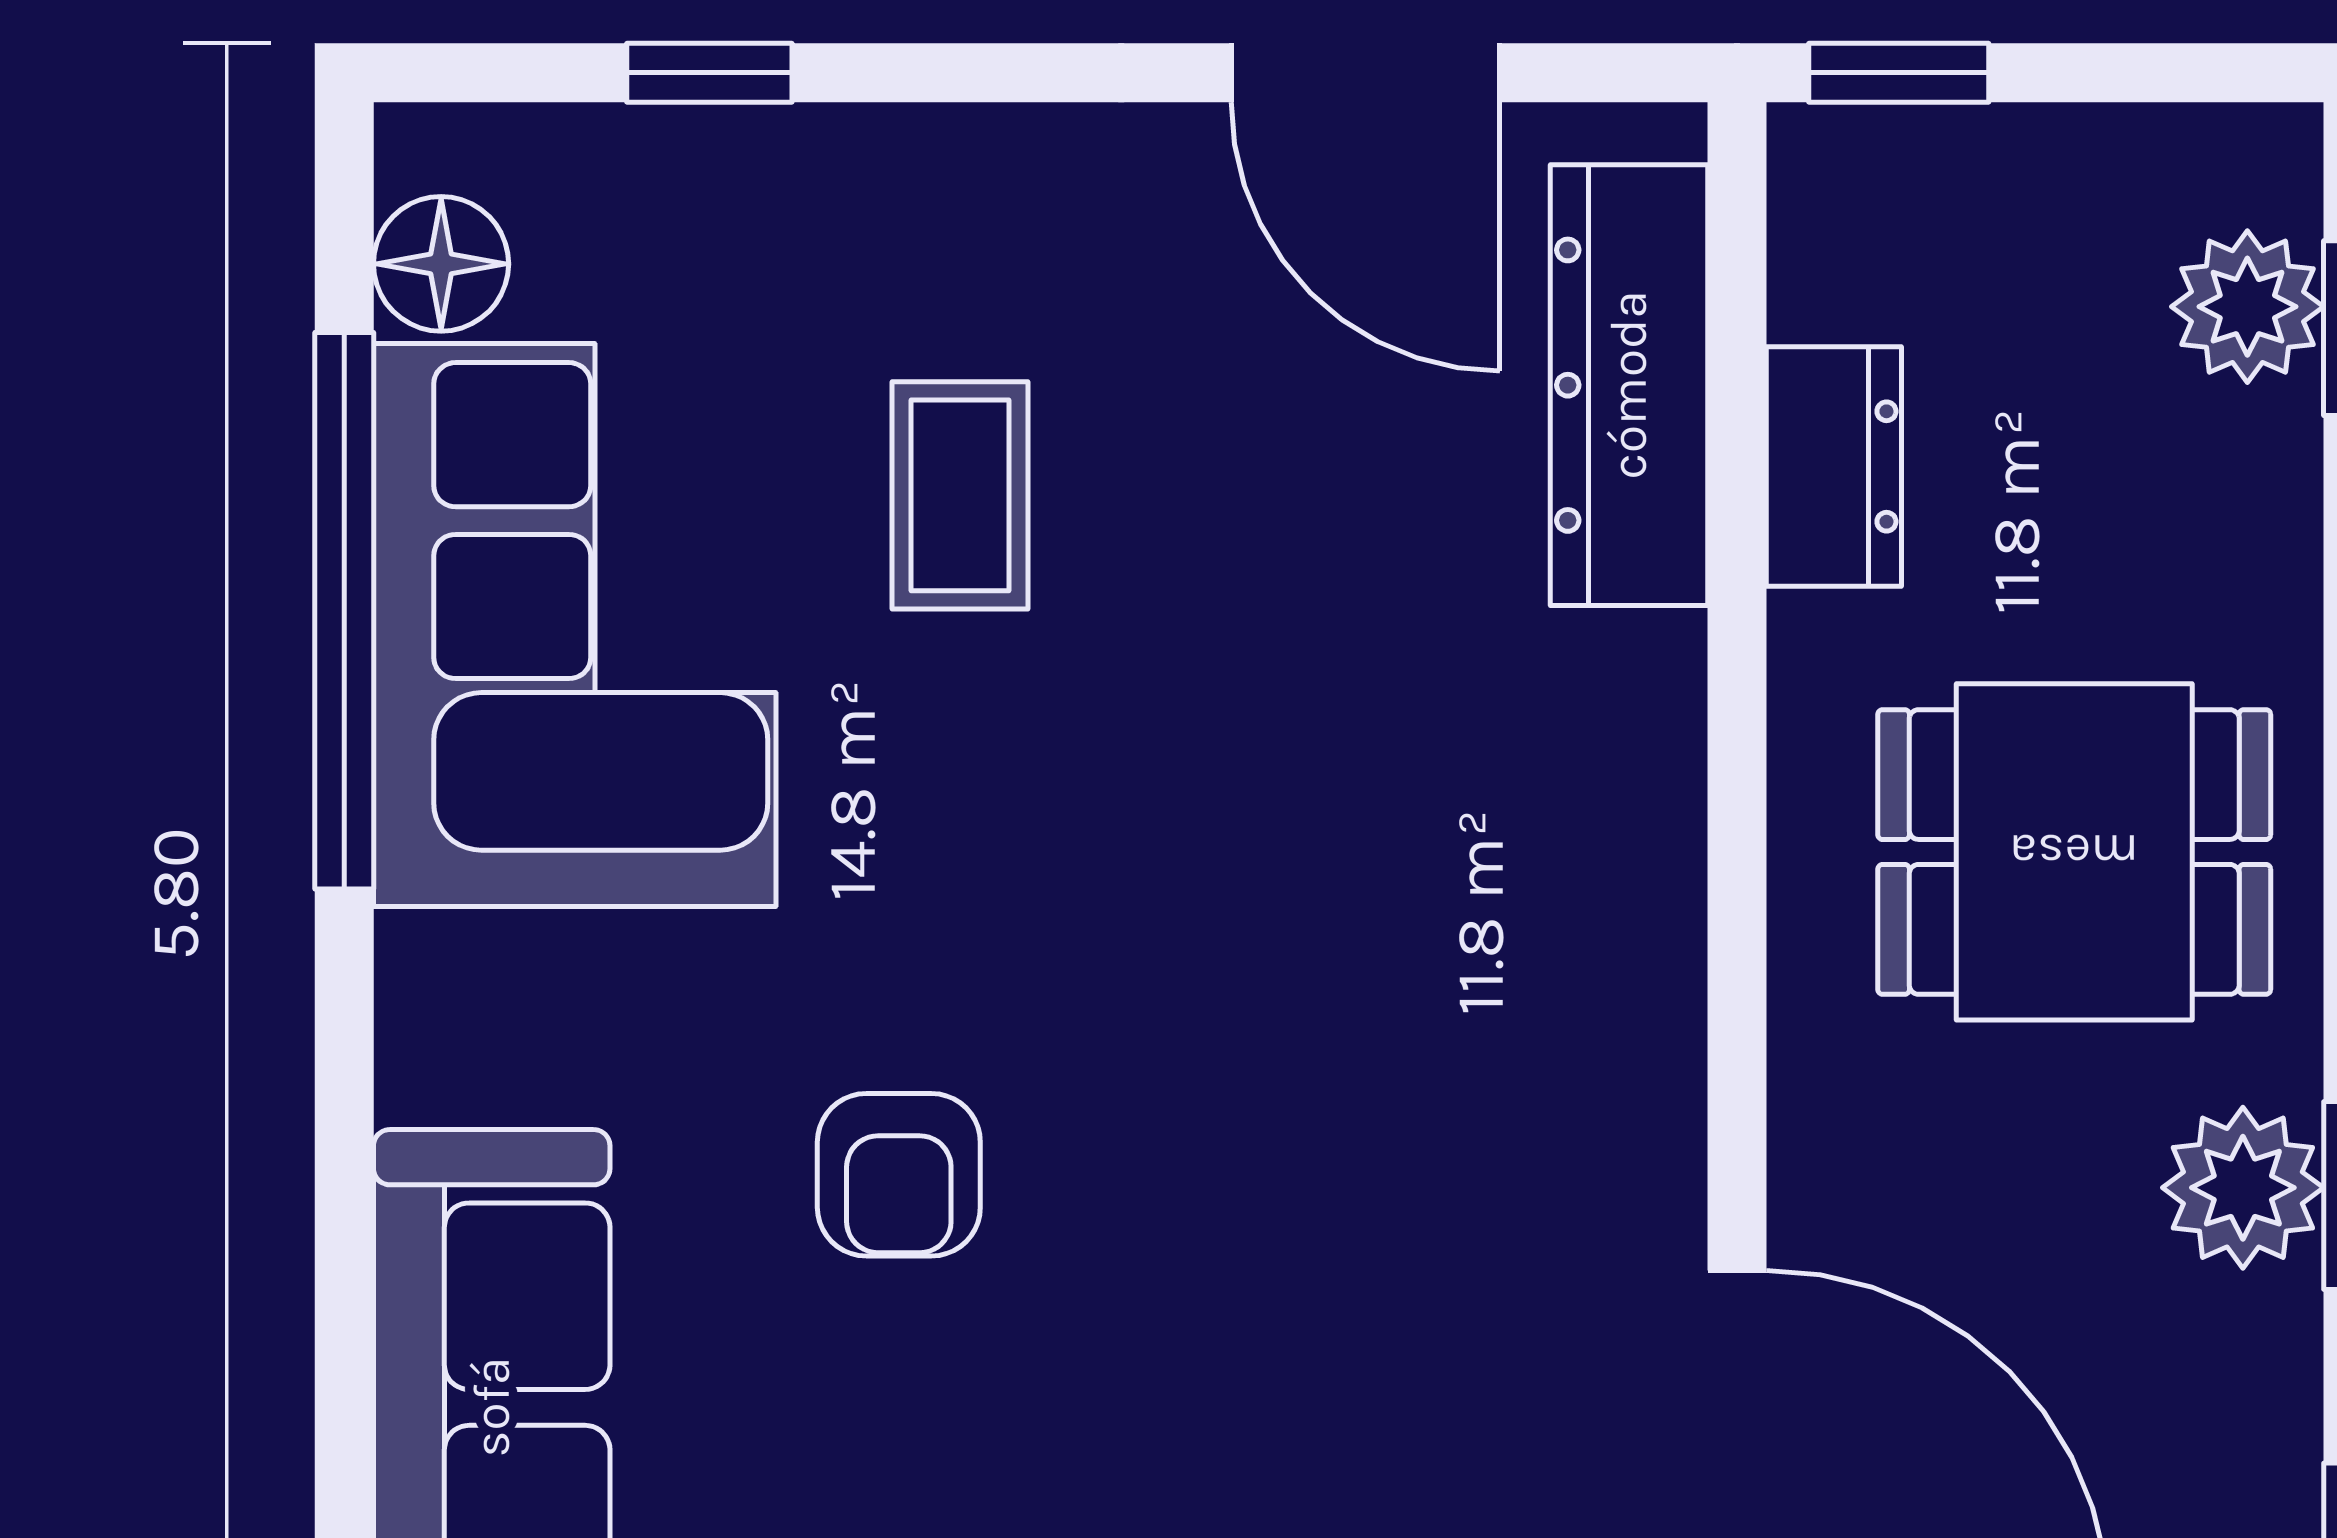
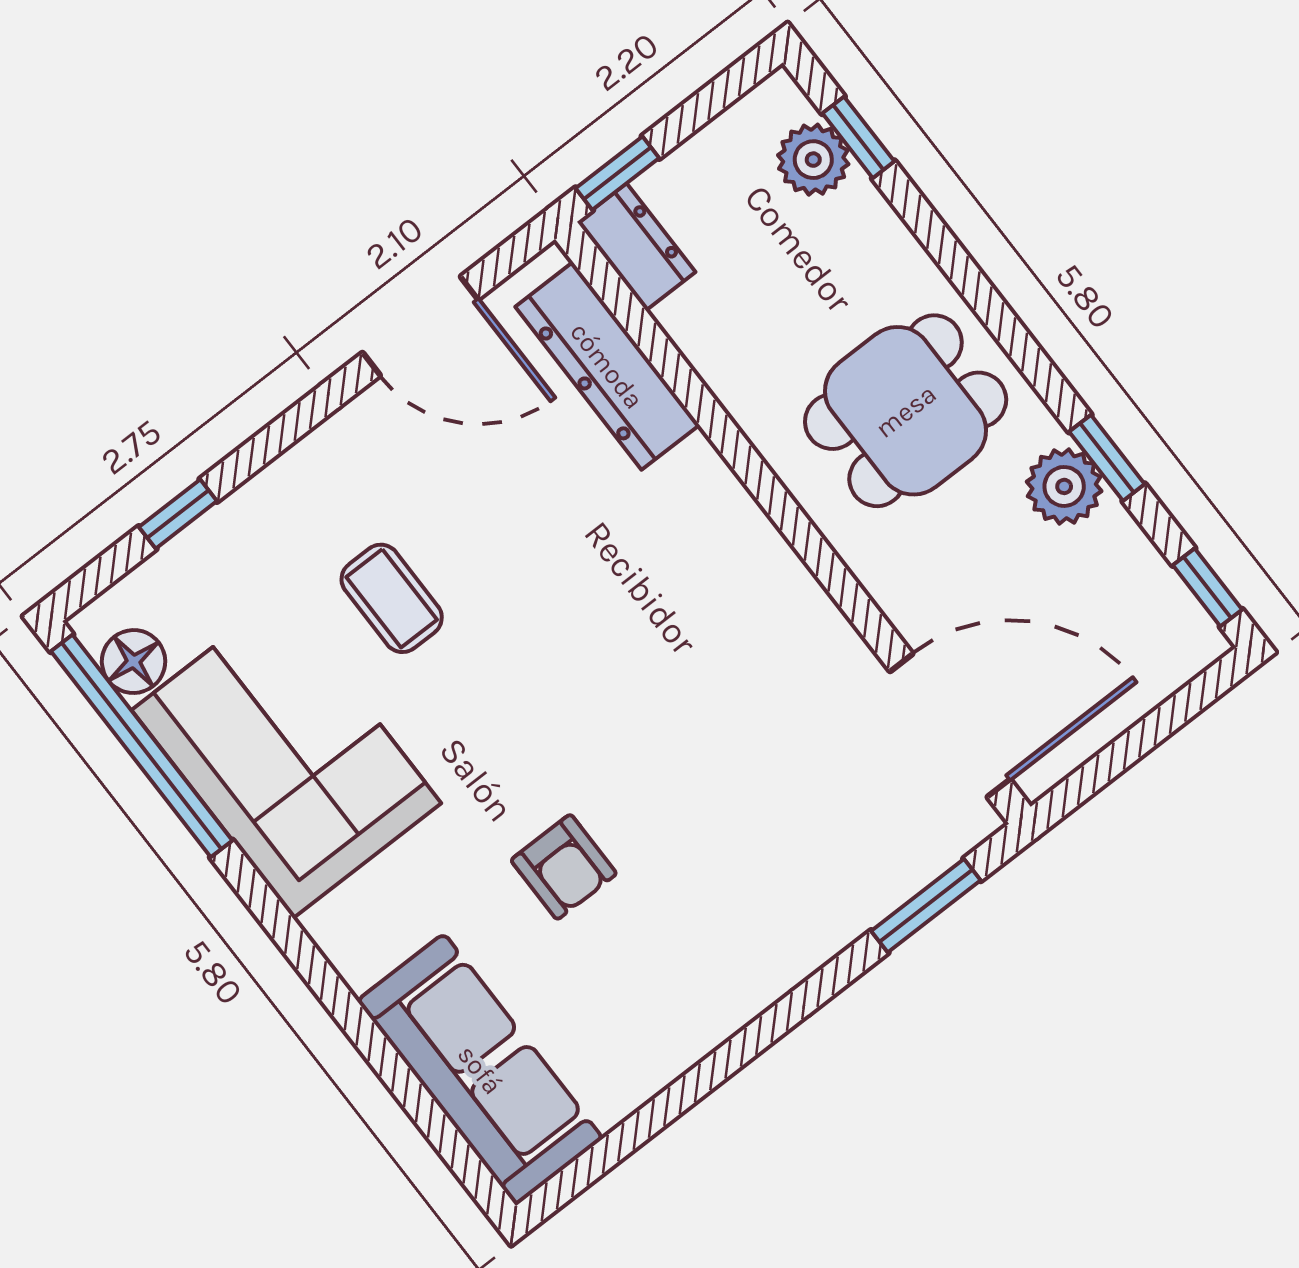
dresser: (1834, 467) -> (636, 247), moved
window: (344, 611) -> (142, 746), moved

